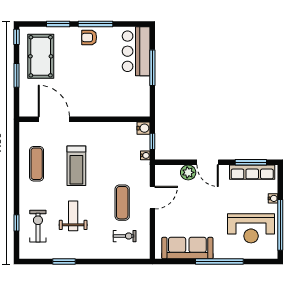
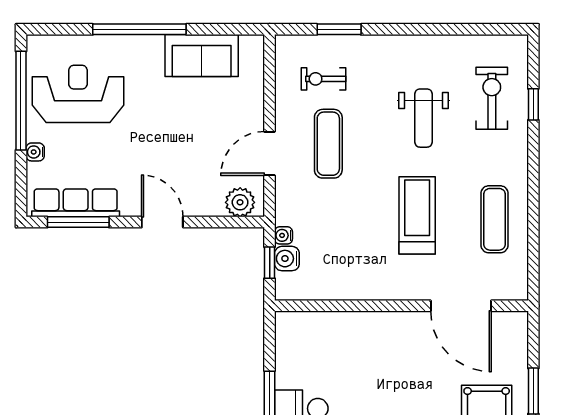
water cooler: (143, 128) -> (287, 259), moved
plant: (188, 172) -> (240, 202), moved
exercise bike: (38, 226) -> (492, 98), turned 180
sofa: (187, 248) -> (202, 55), width x0.73
window: (64, 262) -> (339, 29), moved

